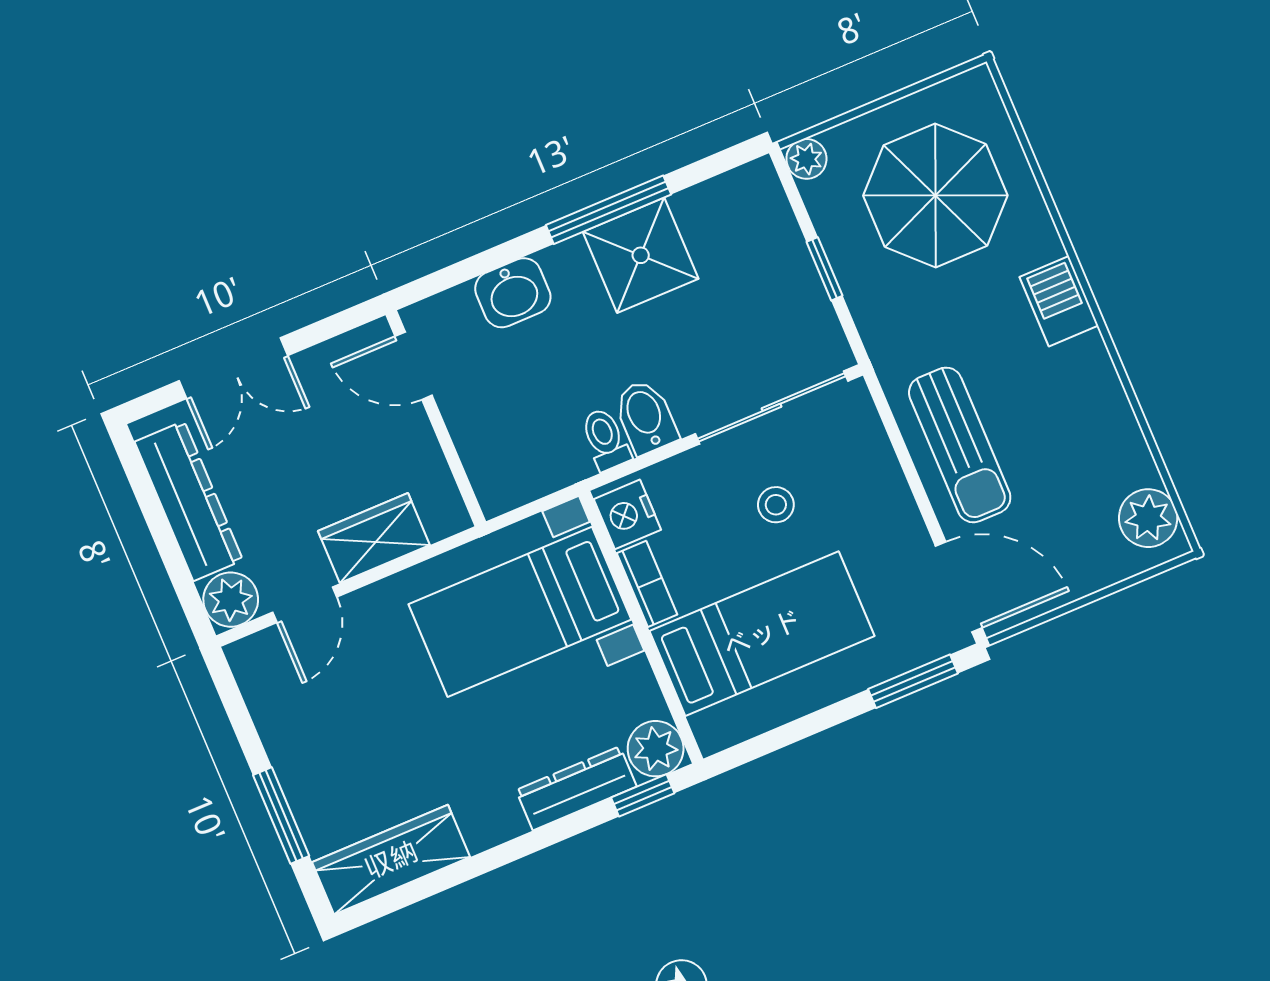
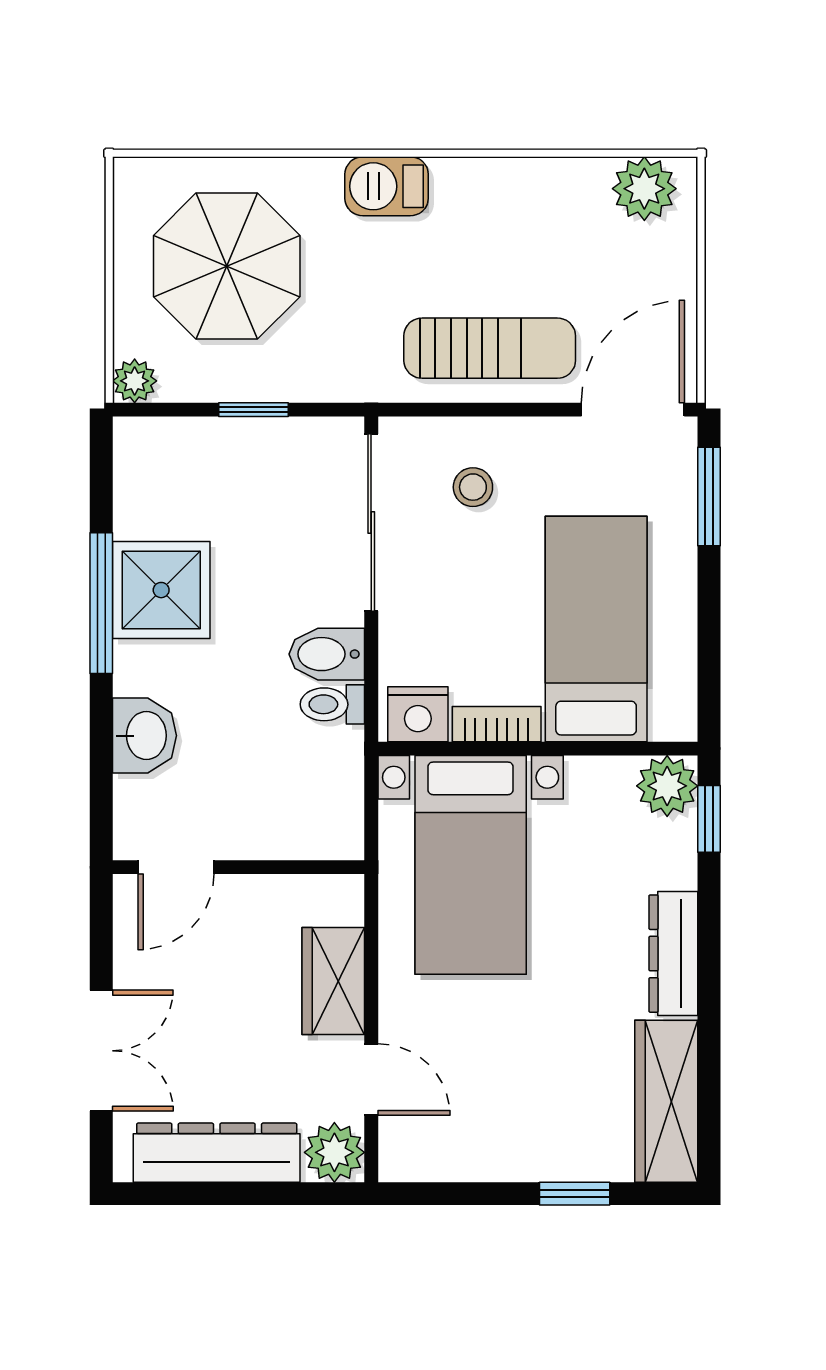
stool: (776, 505) -> (473, 487), moved
dresser: (576, 788) -> (673, 954), moved
window: (281, 816) -> (575, 1194), width x0.67

